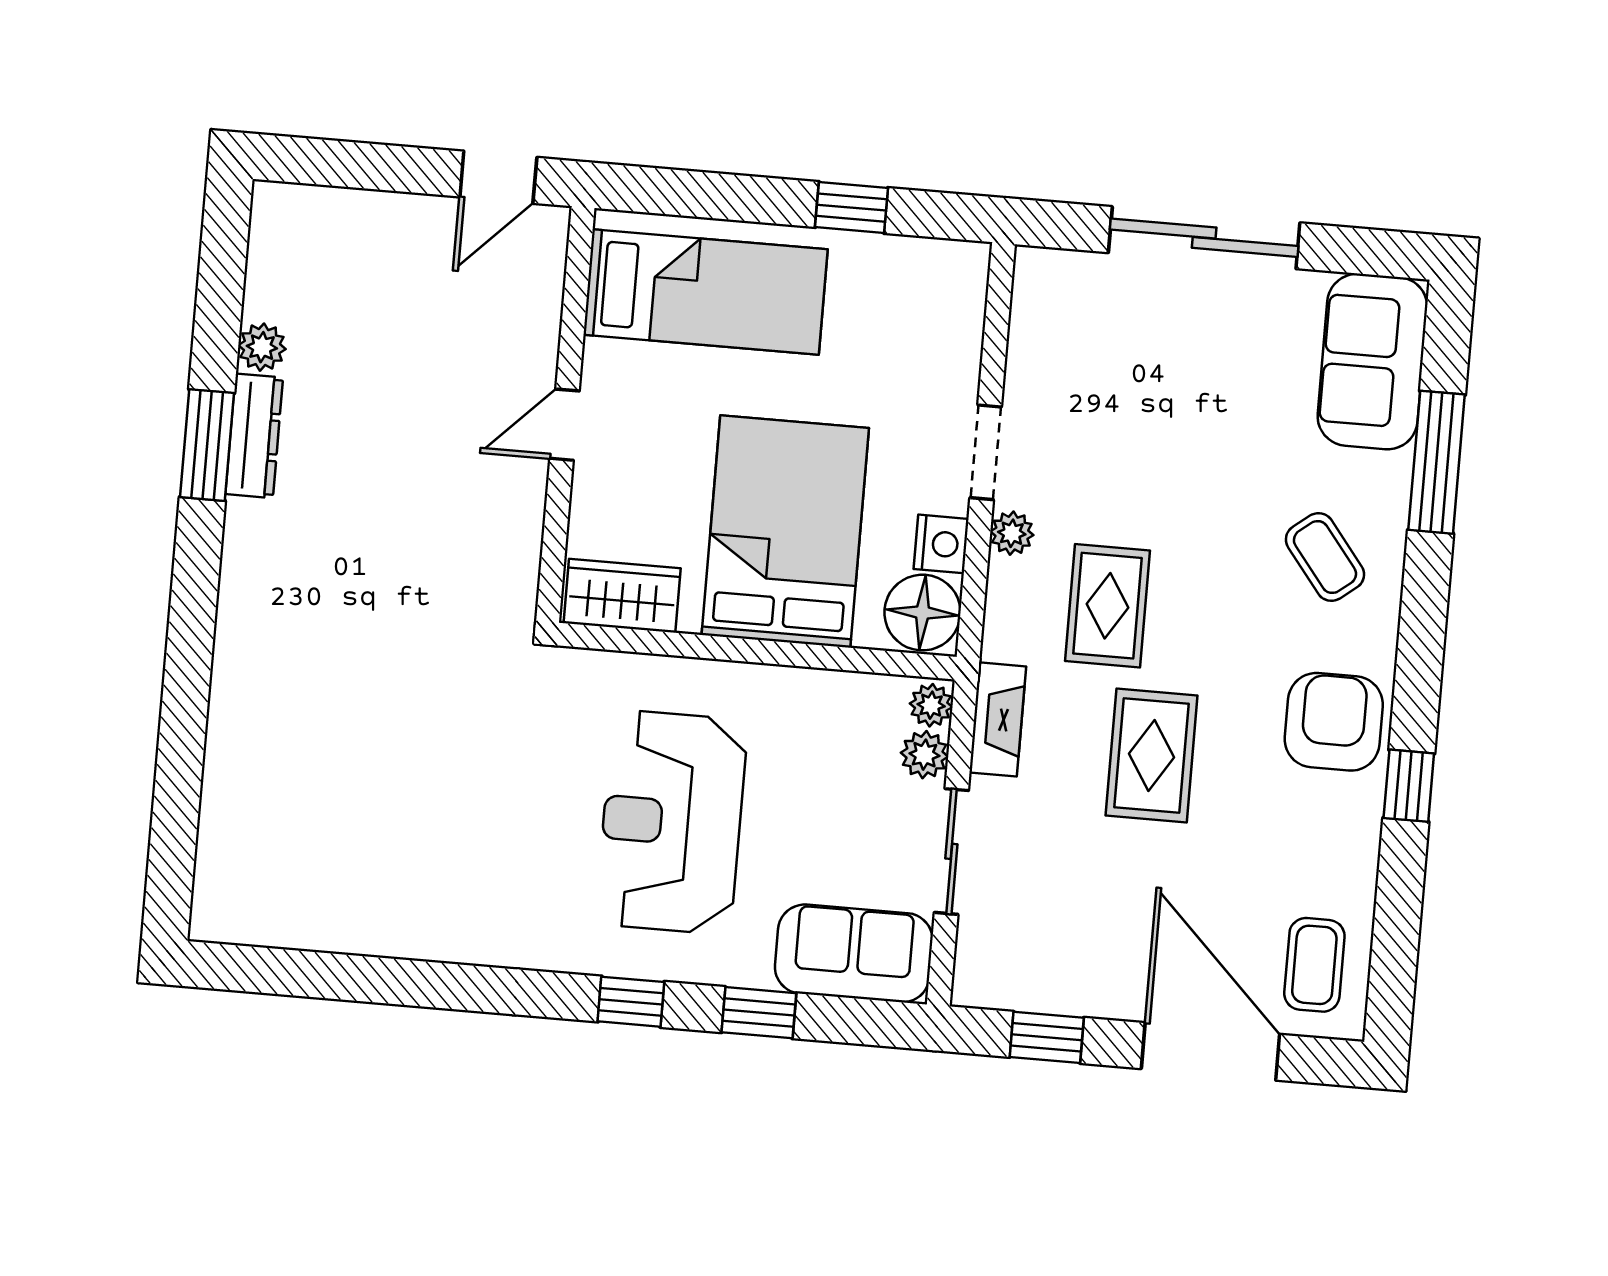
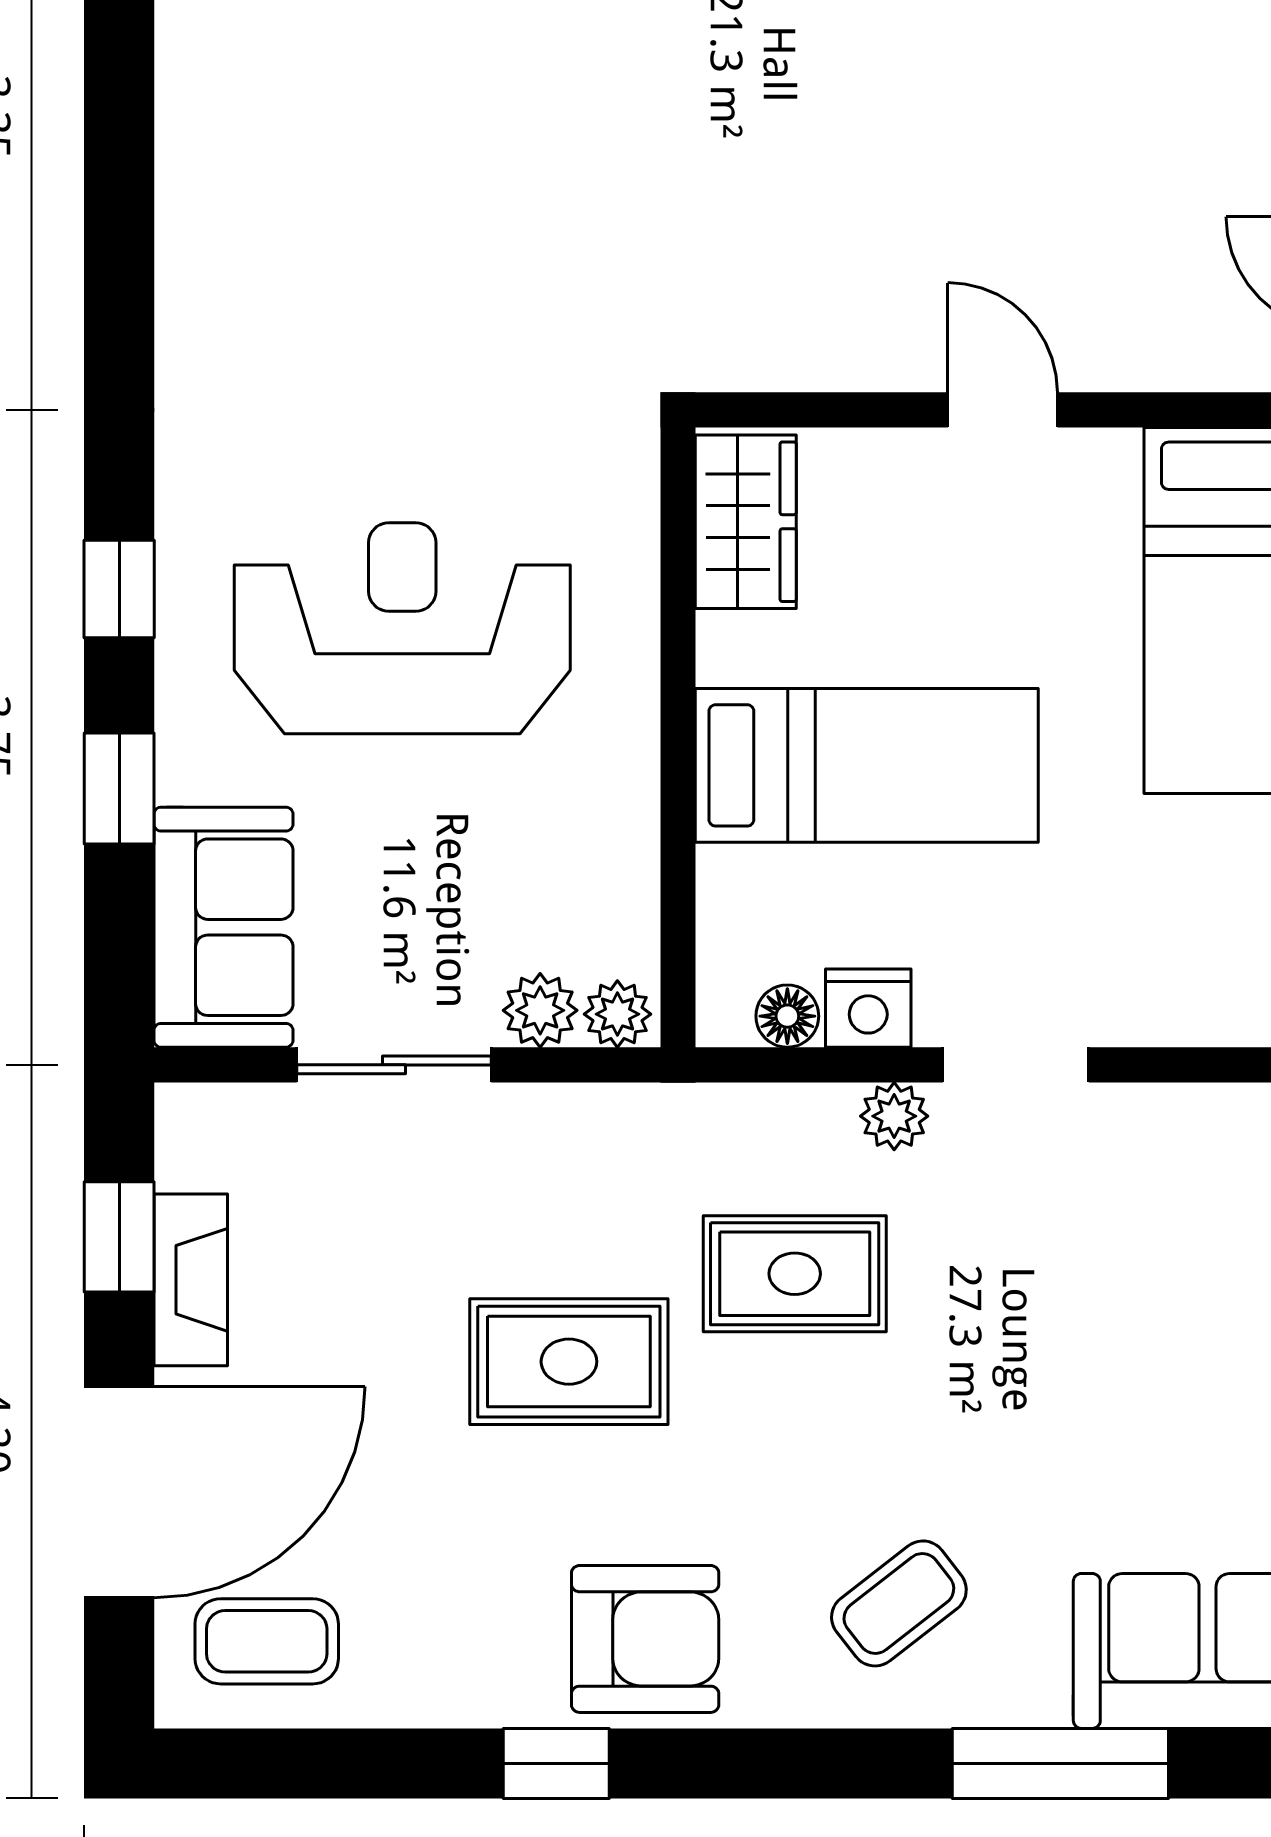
bed: (785, 532) -> (867, 765), width x0.67
floor lamp: (922, 613) -> (787, 1016), width x0.53, depth x0.53
fireplace: (998, 719) -> (191, 1280), moved, turned -90

